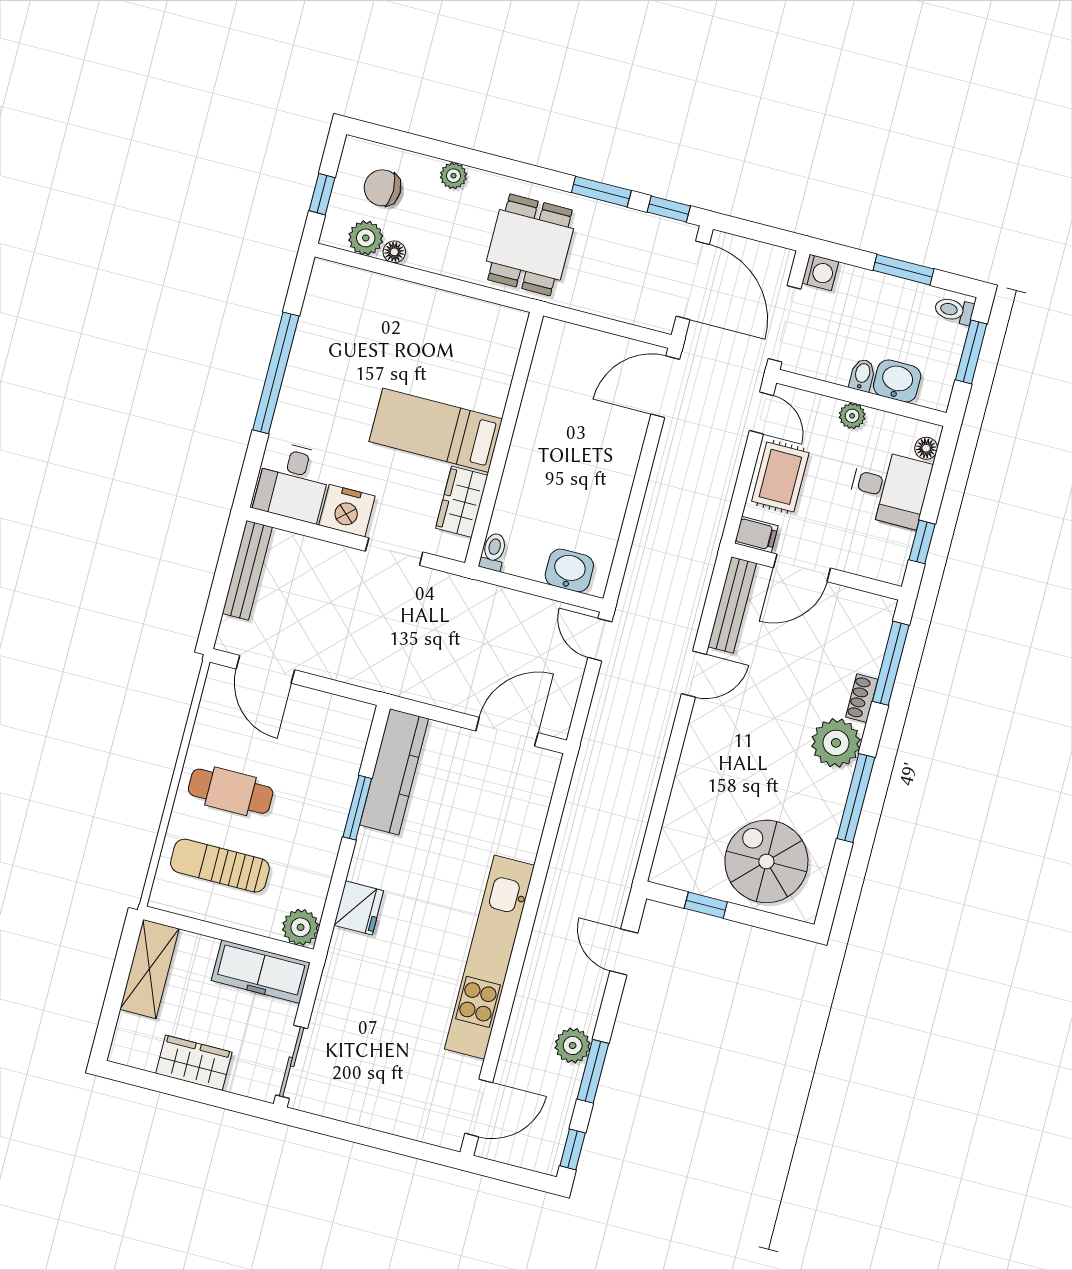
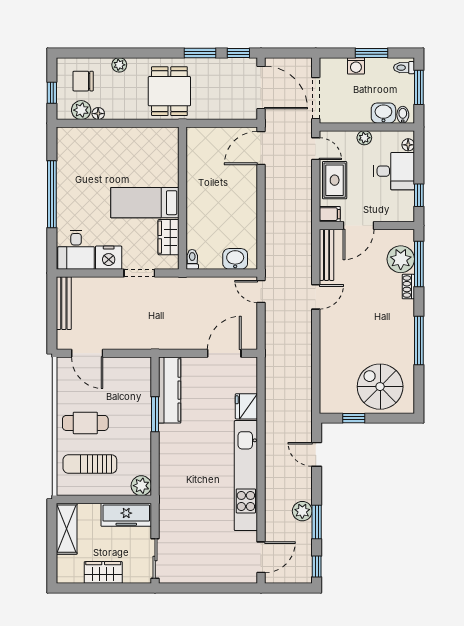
washing machine: (820, 272) -> (356, 66), moved, turned 90
bidet: (862, 375) -> (403, 115), moved
plant: (836, 743) -> (401, 259), moved
fridge: (359, 908) -> (246, 406), moved, turned 180

